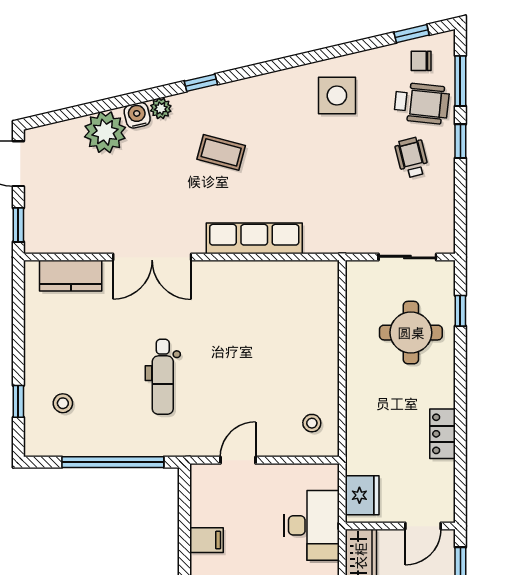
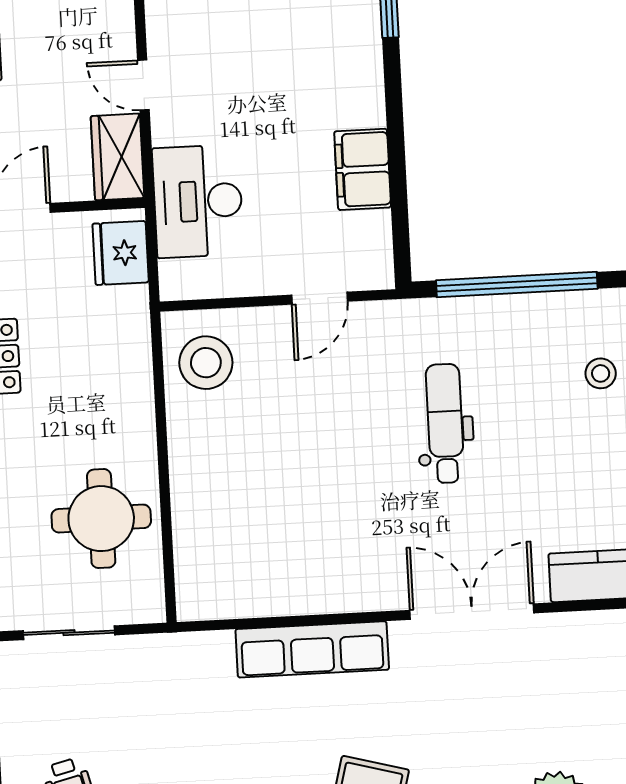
round table: (411, 333) -> (101, 519), moved
stool: (312, 423) -> (206, 363), width x1.89, depth x1.89
filing cabinet: (206, 540) -> (363, 169), width x2.00

